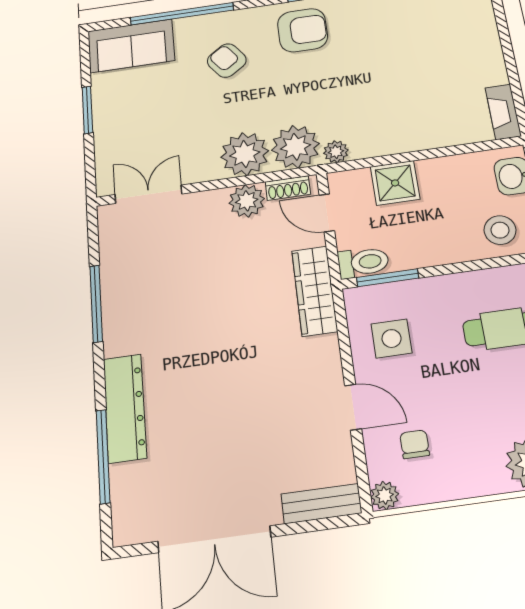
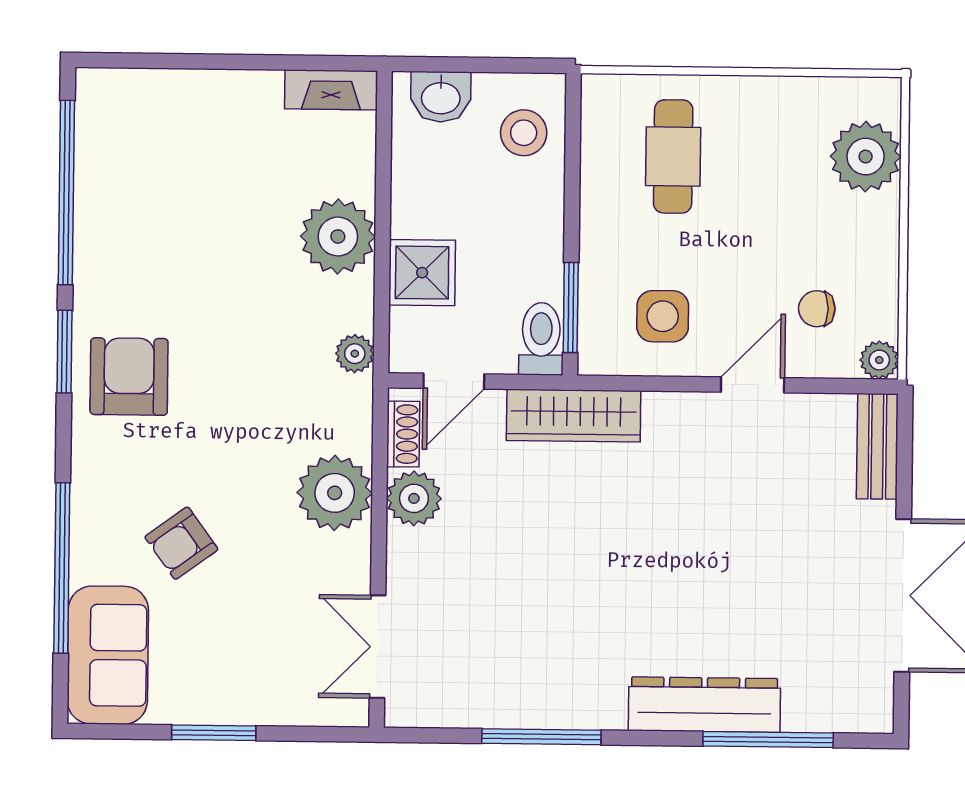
armchair: (227, 61) -> (181, 543), moved
plant: (295, 147) -> (338, 237), moved

